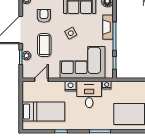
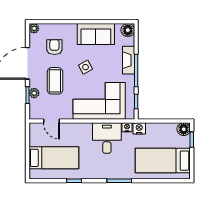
door: (41, 80) -> (51, 121), swing flipped
nightstand: (71, 86) -> (139, 128), moved

